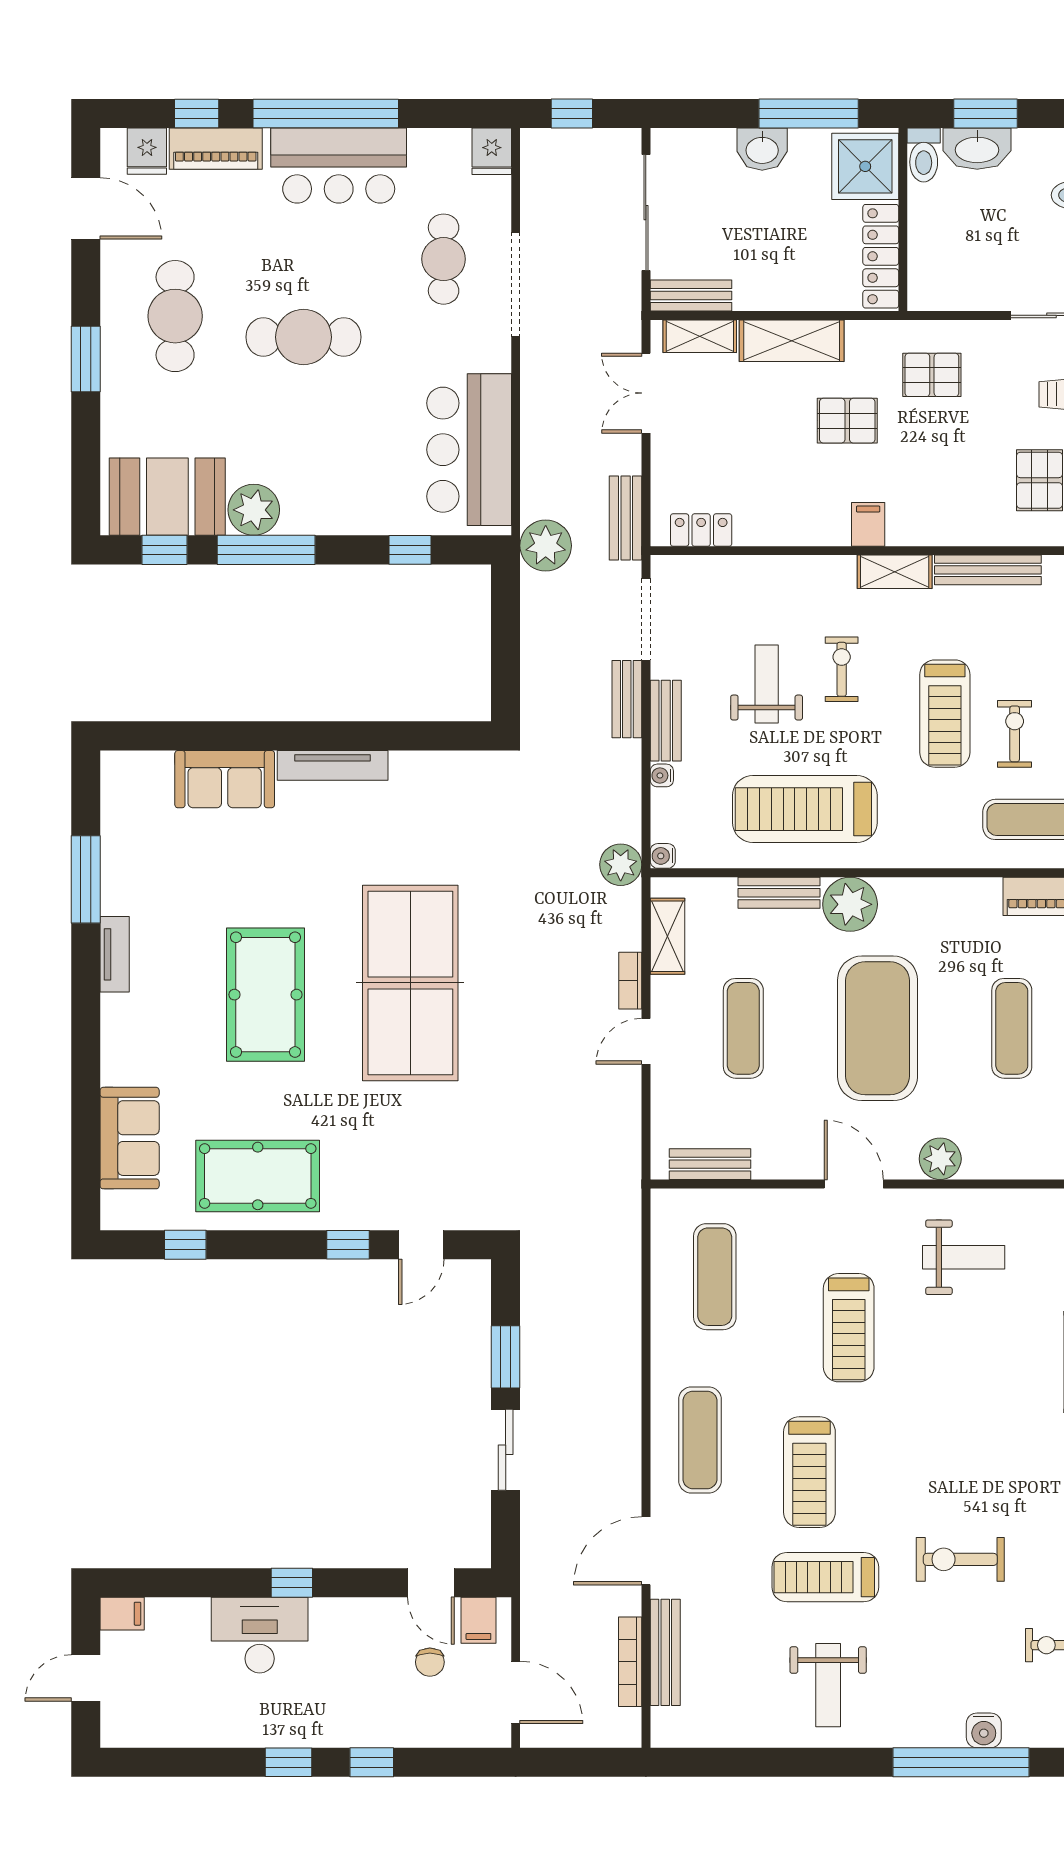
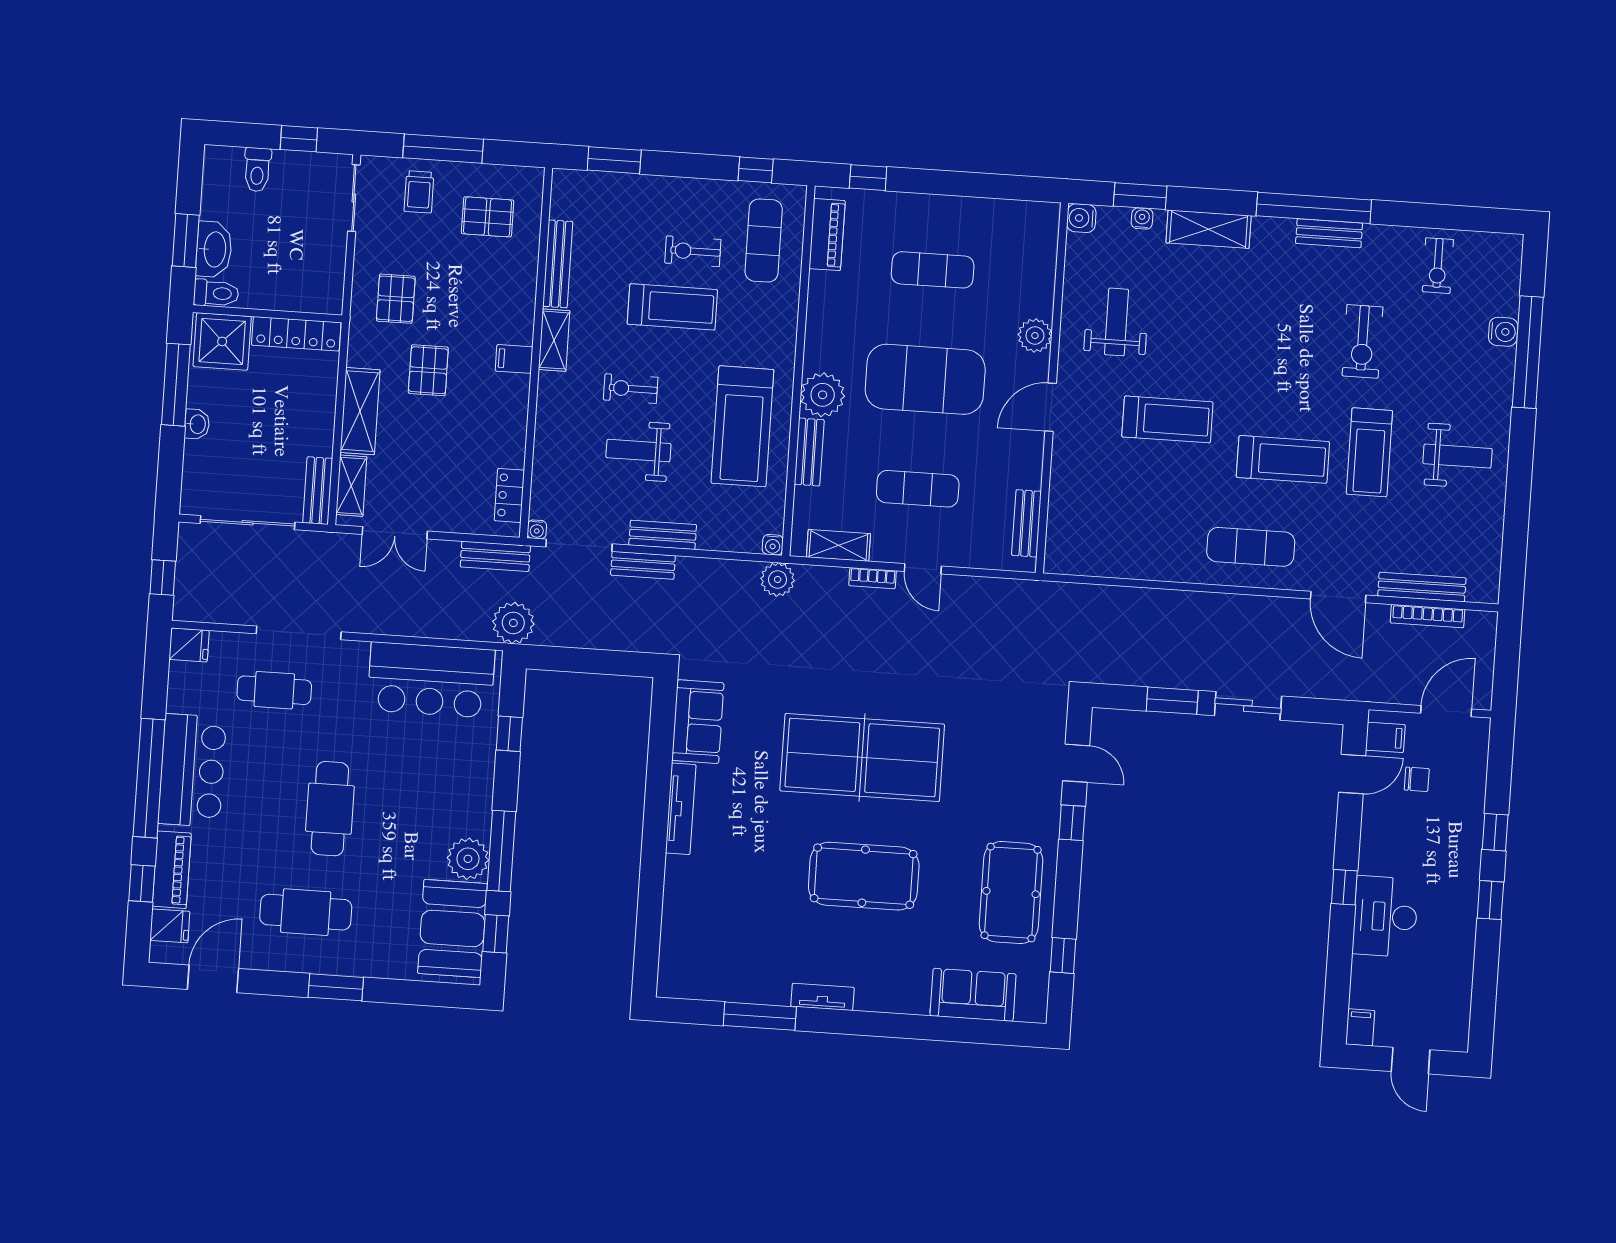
washbasin: (762, 149) -> (197, 424), width x0.72, depth x0.69
water cooler: (662, 775) -> (537, 529), moved
sofa: (225, 779) -> (698, 722), moved
exercise mat: (715, 1277) -> (1118, 526), removed

